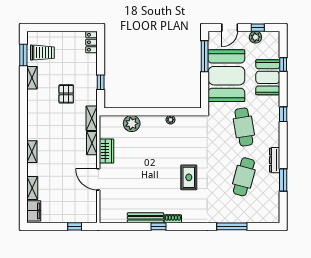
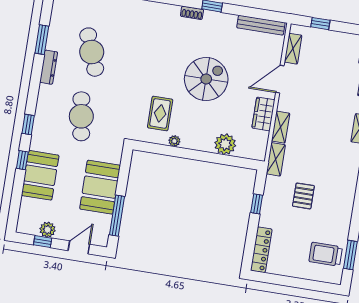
locker: (91, 42) -> (261, 250), width x1.53
window: (283, 64) -> (22, 160), moved
booth: (226, 76) -> (100, 187), width x0.73, depth x0.70
shelving: (32, 78) -> (293, 49), moved
spiral stairs: (154, 170) -> (206, 79), added
rug: (189, 177) -> (160, 113), moved
cafe table: (244, 177) -> (92, 52), turned -36
door: (98, 179) -> (280, 79), swing flipped
bench: (145, 218) -> (261, 25), moved

